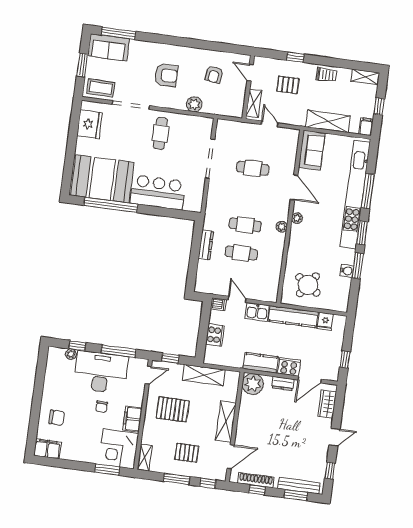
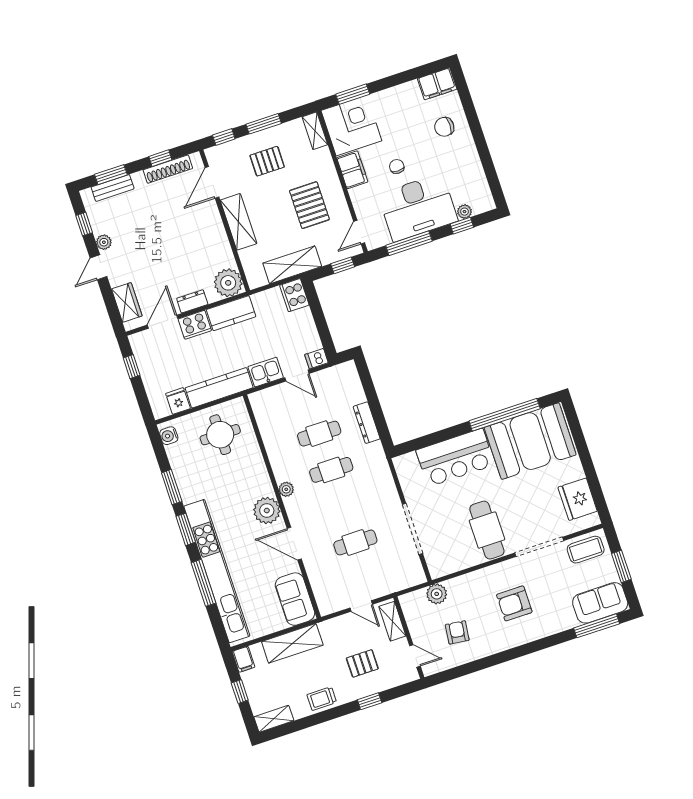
plant: (194, 104) -> (437, 594), moved
cafe table: (160, 133) -> (487, 530), width x1.37, depth x1.35
plant: (297, 218) -> (267, 510), width x1.88, depth x1.88
water cooler: (347, 271) -> (169, 436), moved
round table: (308, 285) -> (220, 435), turned -35
cooker: (215, 335) -> (294, 295), moved
pallet: (173, 409) -> (309, 205), turned 90
plant: (323, 452) -> (104, 242), added
bench: (299, 486) -> (113, 188), width x0.73

